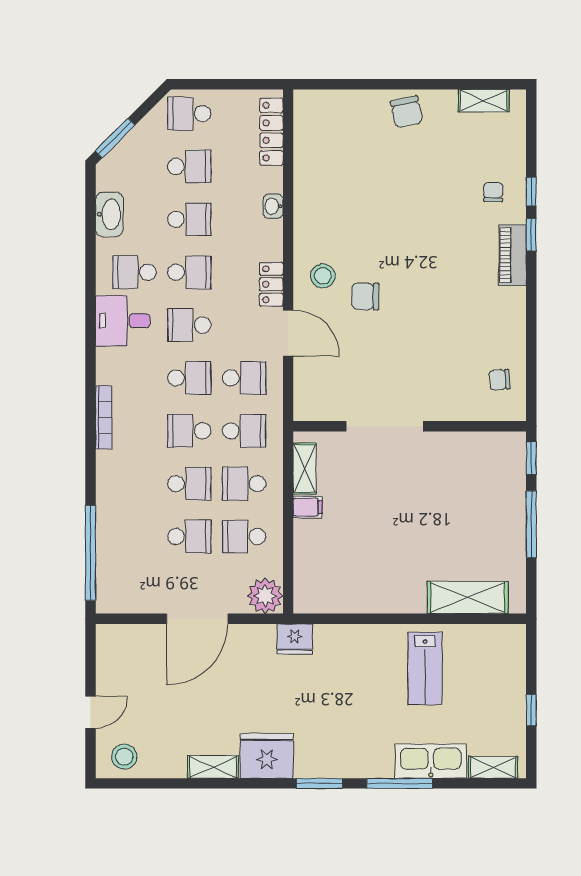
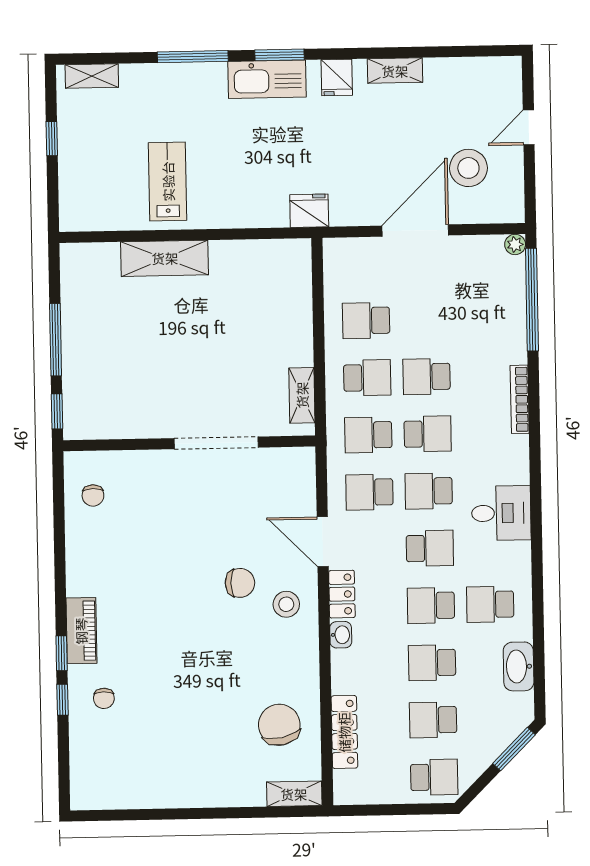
shelving: (484, 101) -> (294, 794), moved
chair: (407, 112) -> (279, 725), moved, width x1.37, depth x1.37
locker: (271, 132) -> (344, 732), moved
washbasin: (273, 206) -> (341, 635), moved
school desk: (135, 272) -> (490, 604), turned 180
desk: (123, 321) -> (501, 513), moved
chair: (500, 380) -> (93, 495), turned 95
bookcase: (104, 417) -> (520, 399), moved
filing cabinet: (308, 507) -> (298, 354), removed
school desk: (189, 537) -> (425, 319), removed
school desk: (244, 537) -> (366, 321), turned 180
plant: (265, 596) -> (515, 244), moved, width x0.53, depth x0.53
shelving: (468, 598) -> (165, 258), moved
fridge: (267, 756) -> (337, 78), width x0.53, depth x0.75
stool: (124, 757) -> (468, 168), moved, width x1.38, depth x1.38
kitchen sink: (431, 761) -> (267, 79), moved

